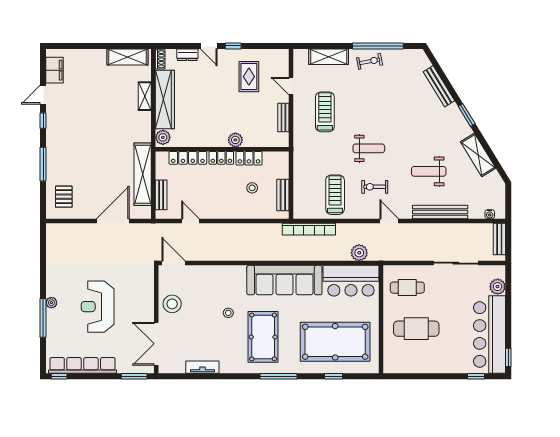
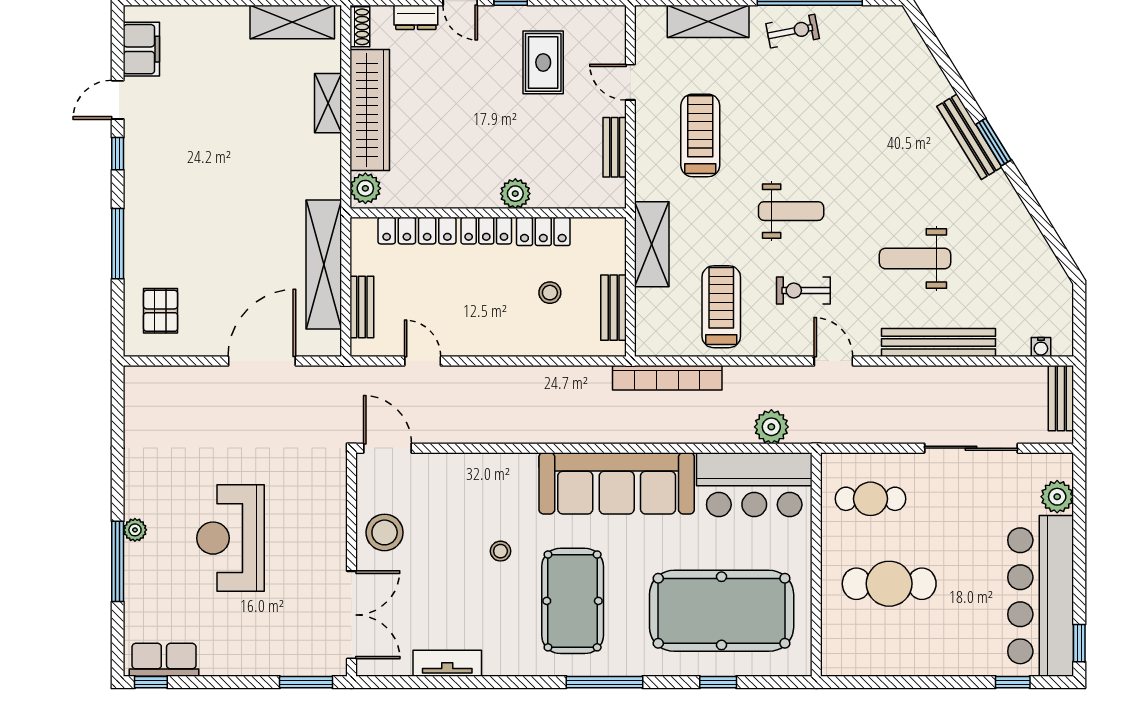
bench: (439, 86) -> (969, 137), moved
shelving: (478, 155) -> (652, 244), moved, turned 31
double door: (156, 344) -> (351, 615), swing flipped
row of seats: (82, 365) -> (164, 660), width x0.50

